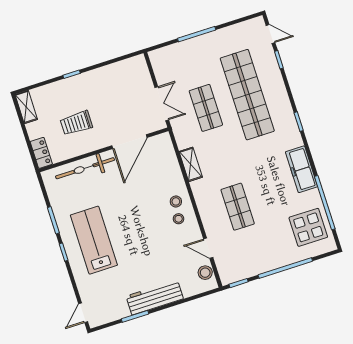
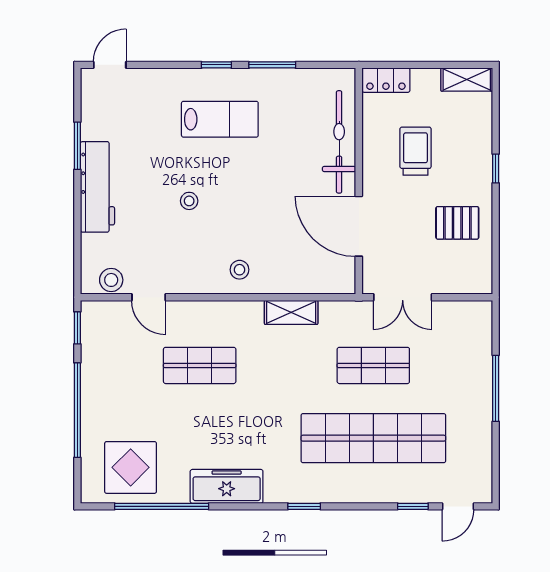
pallet: (109, 86) -> (457, 223), added
stool: (179, 219) -> (189, 201), moved
lab bench: (94, 240) -> (220, 119), width x0.73, depth x0.72
door: (208, 248) -> (149, 297), swing flipped
door: (83, 313) -> (110, 65), hinge flipped

